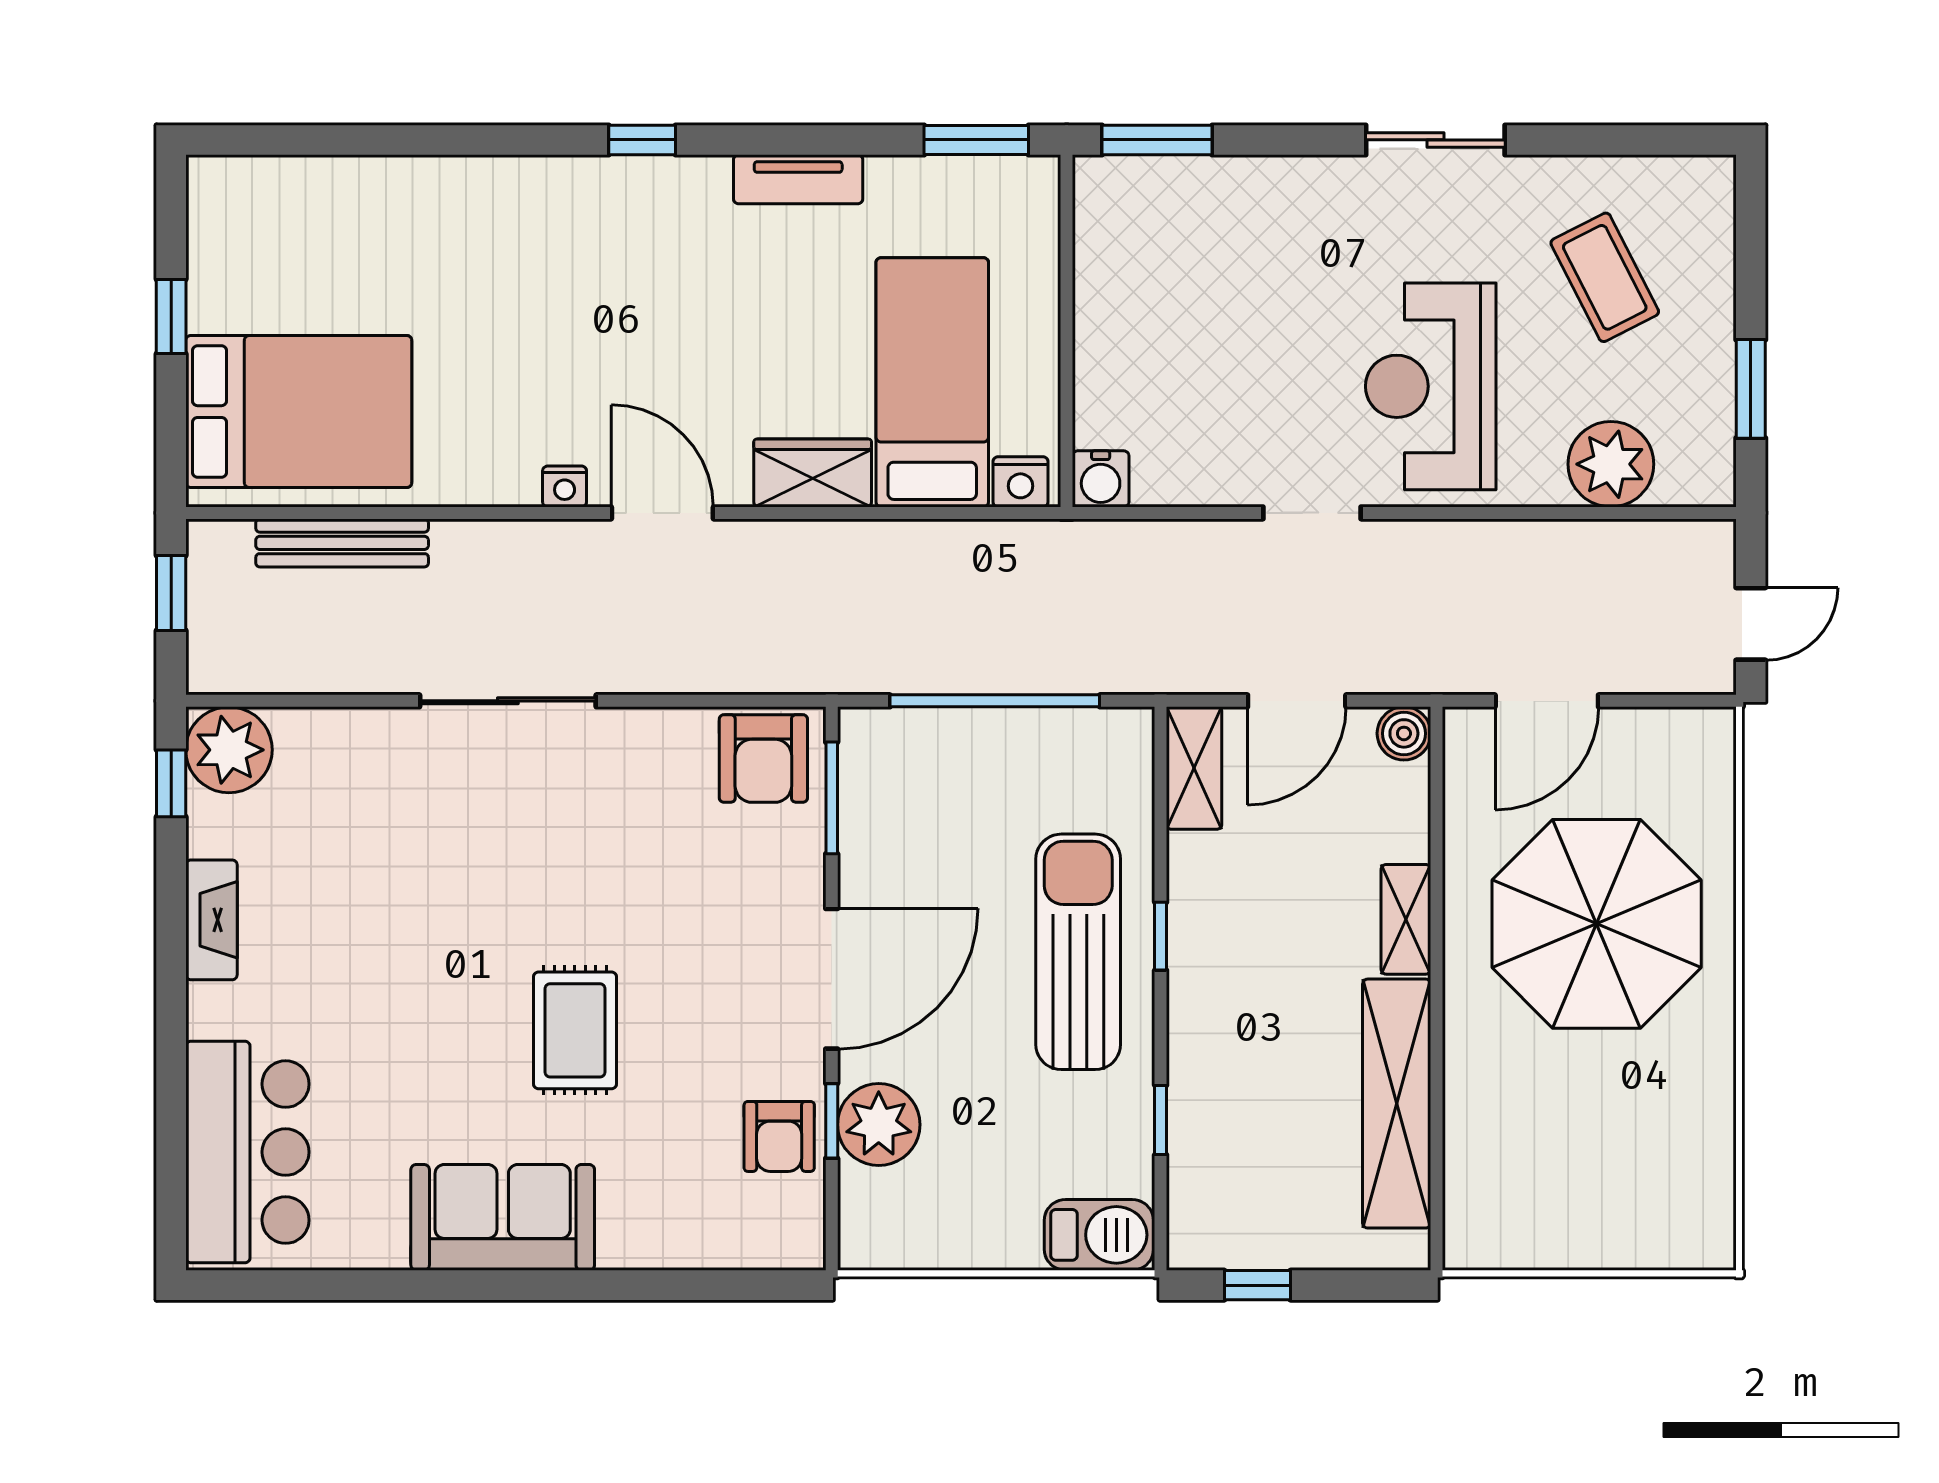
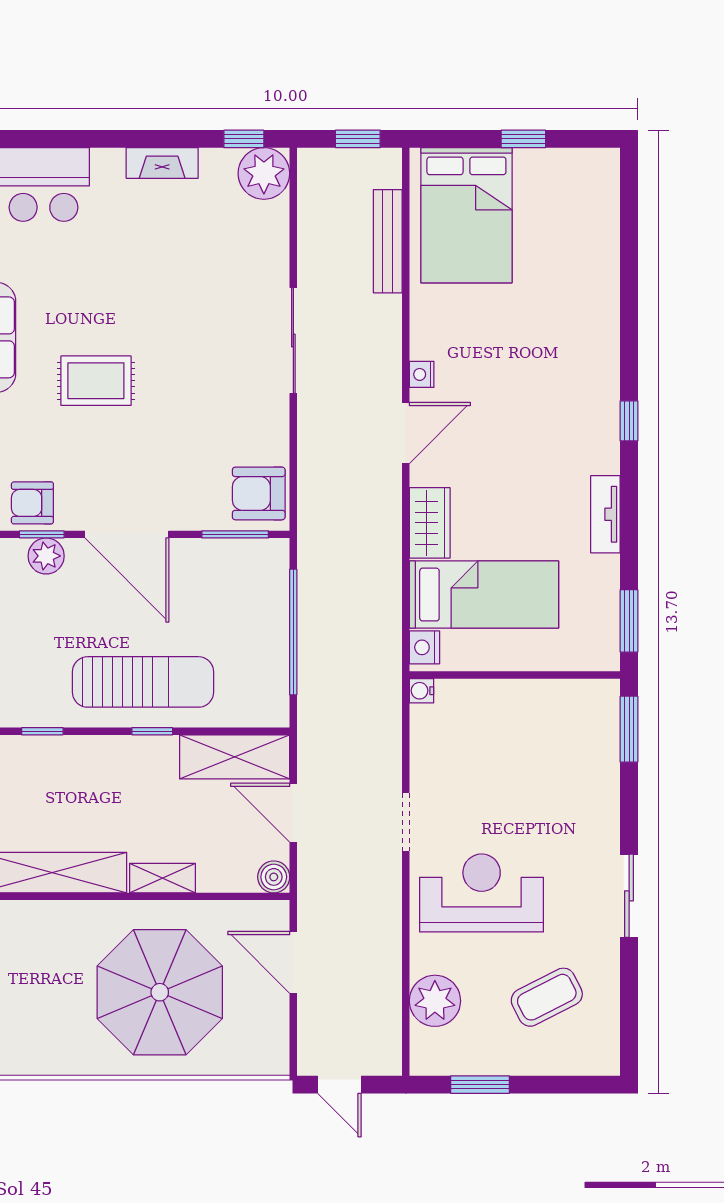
water cooler: (1101, 479) -> (421, 691), width x0.72, depth x0.72
shelving: (1194, 768) -> (235, 757), width x1.50, depth x1.33
plant: (879, 1125) -> (46, 556), width x0.73, depth x0.73

